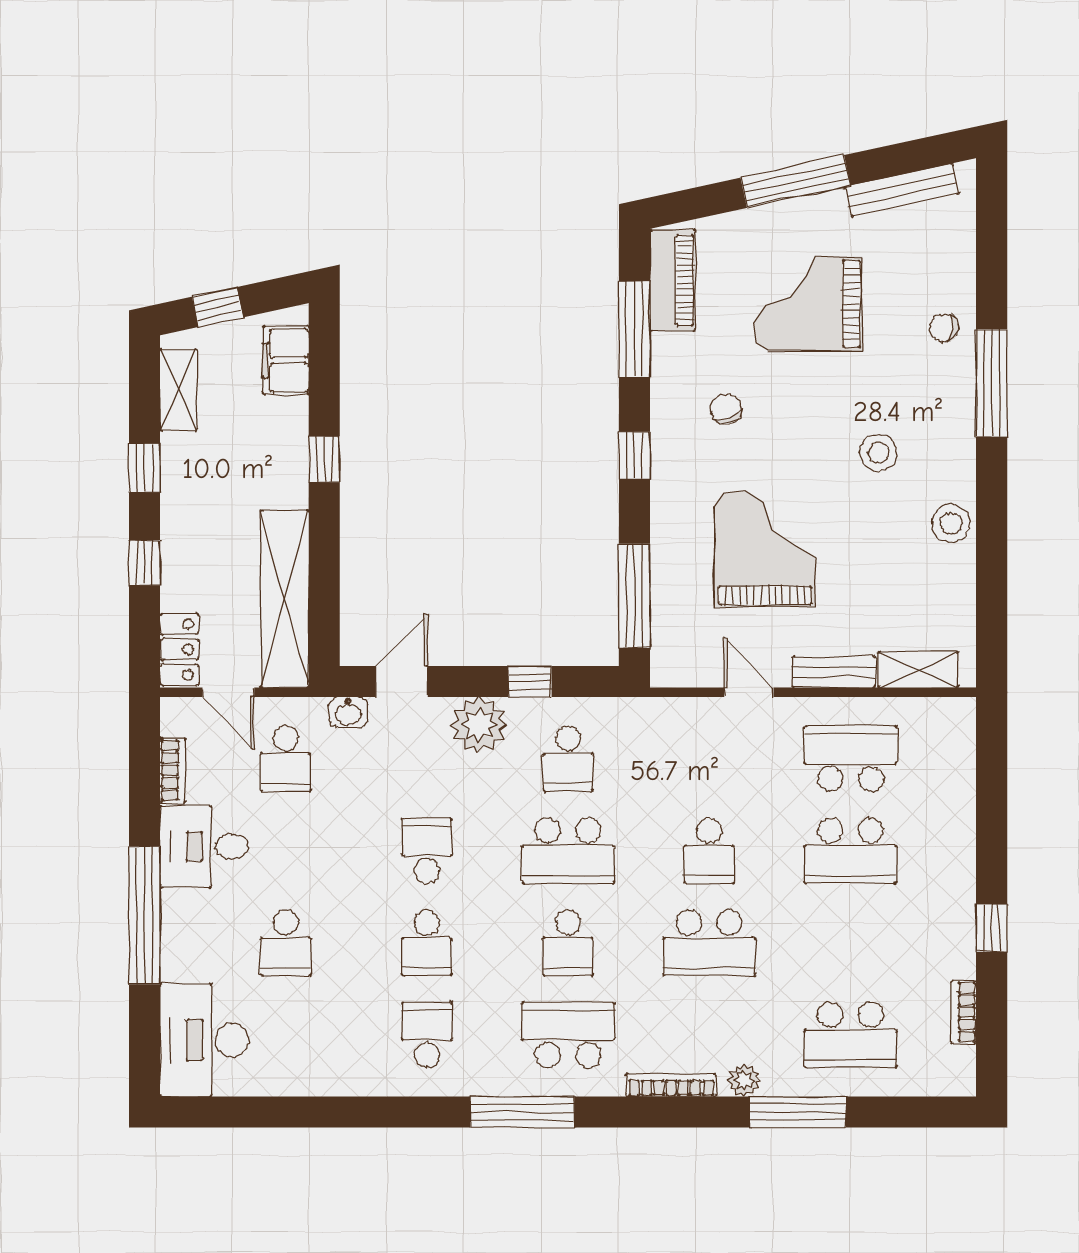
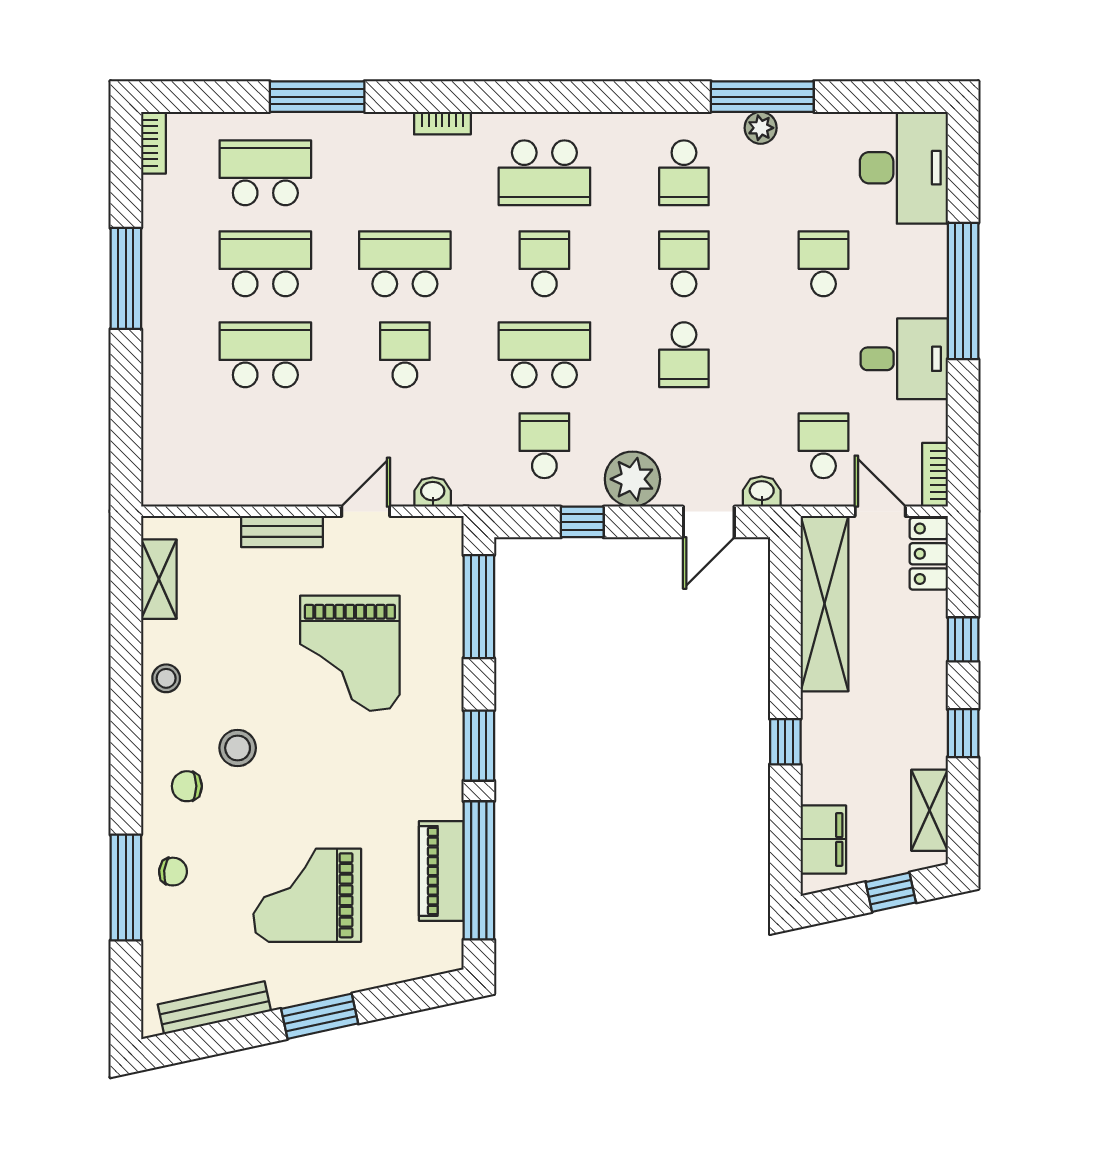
window: (796, 181) -> (320, 1016), width x0.69
piano: (672, 280) -> (441, 871), moved
grand piano: (808, 304) -> (307, 895), turned 180
window: (634, 329) -> (479, 870), width x1.46
window: (992, 383) -> (126, 888), moved
chair: (726, 409) -> (187, 786), moved, turned 111
window: (634, 455) -> (479, 746), width x1.50
stool: (951, 523) -> (166, 678), width x0.73, depth x0.73
shelving: (918, 670) -> (159, 579), moved, turned 90
door: (749, 692) -> (366, 511), swing flipped
washbasin: (681, 712) -> (433, 492), added
school desk: (850, 759) -> (265, 264), moved, turned 180
bookcase: (173, 770) -> (935, 475), moved
window: (992, 928) -> (126, 278), width x2.17
bookcase: (964, 1012) -> (153, 143), moved
plant: (744, 1080) -> (761, 128), moved
bookcase: (671, 1085) -> (442, 123), width x0.64
window: (522, 1112) -> (762, 97), moved

